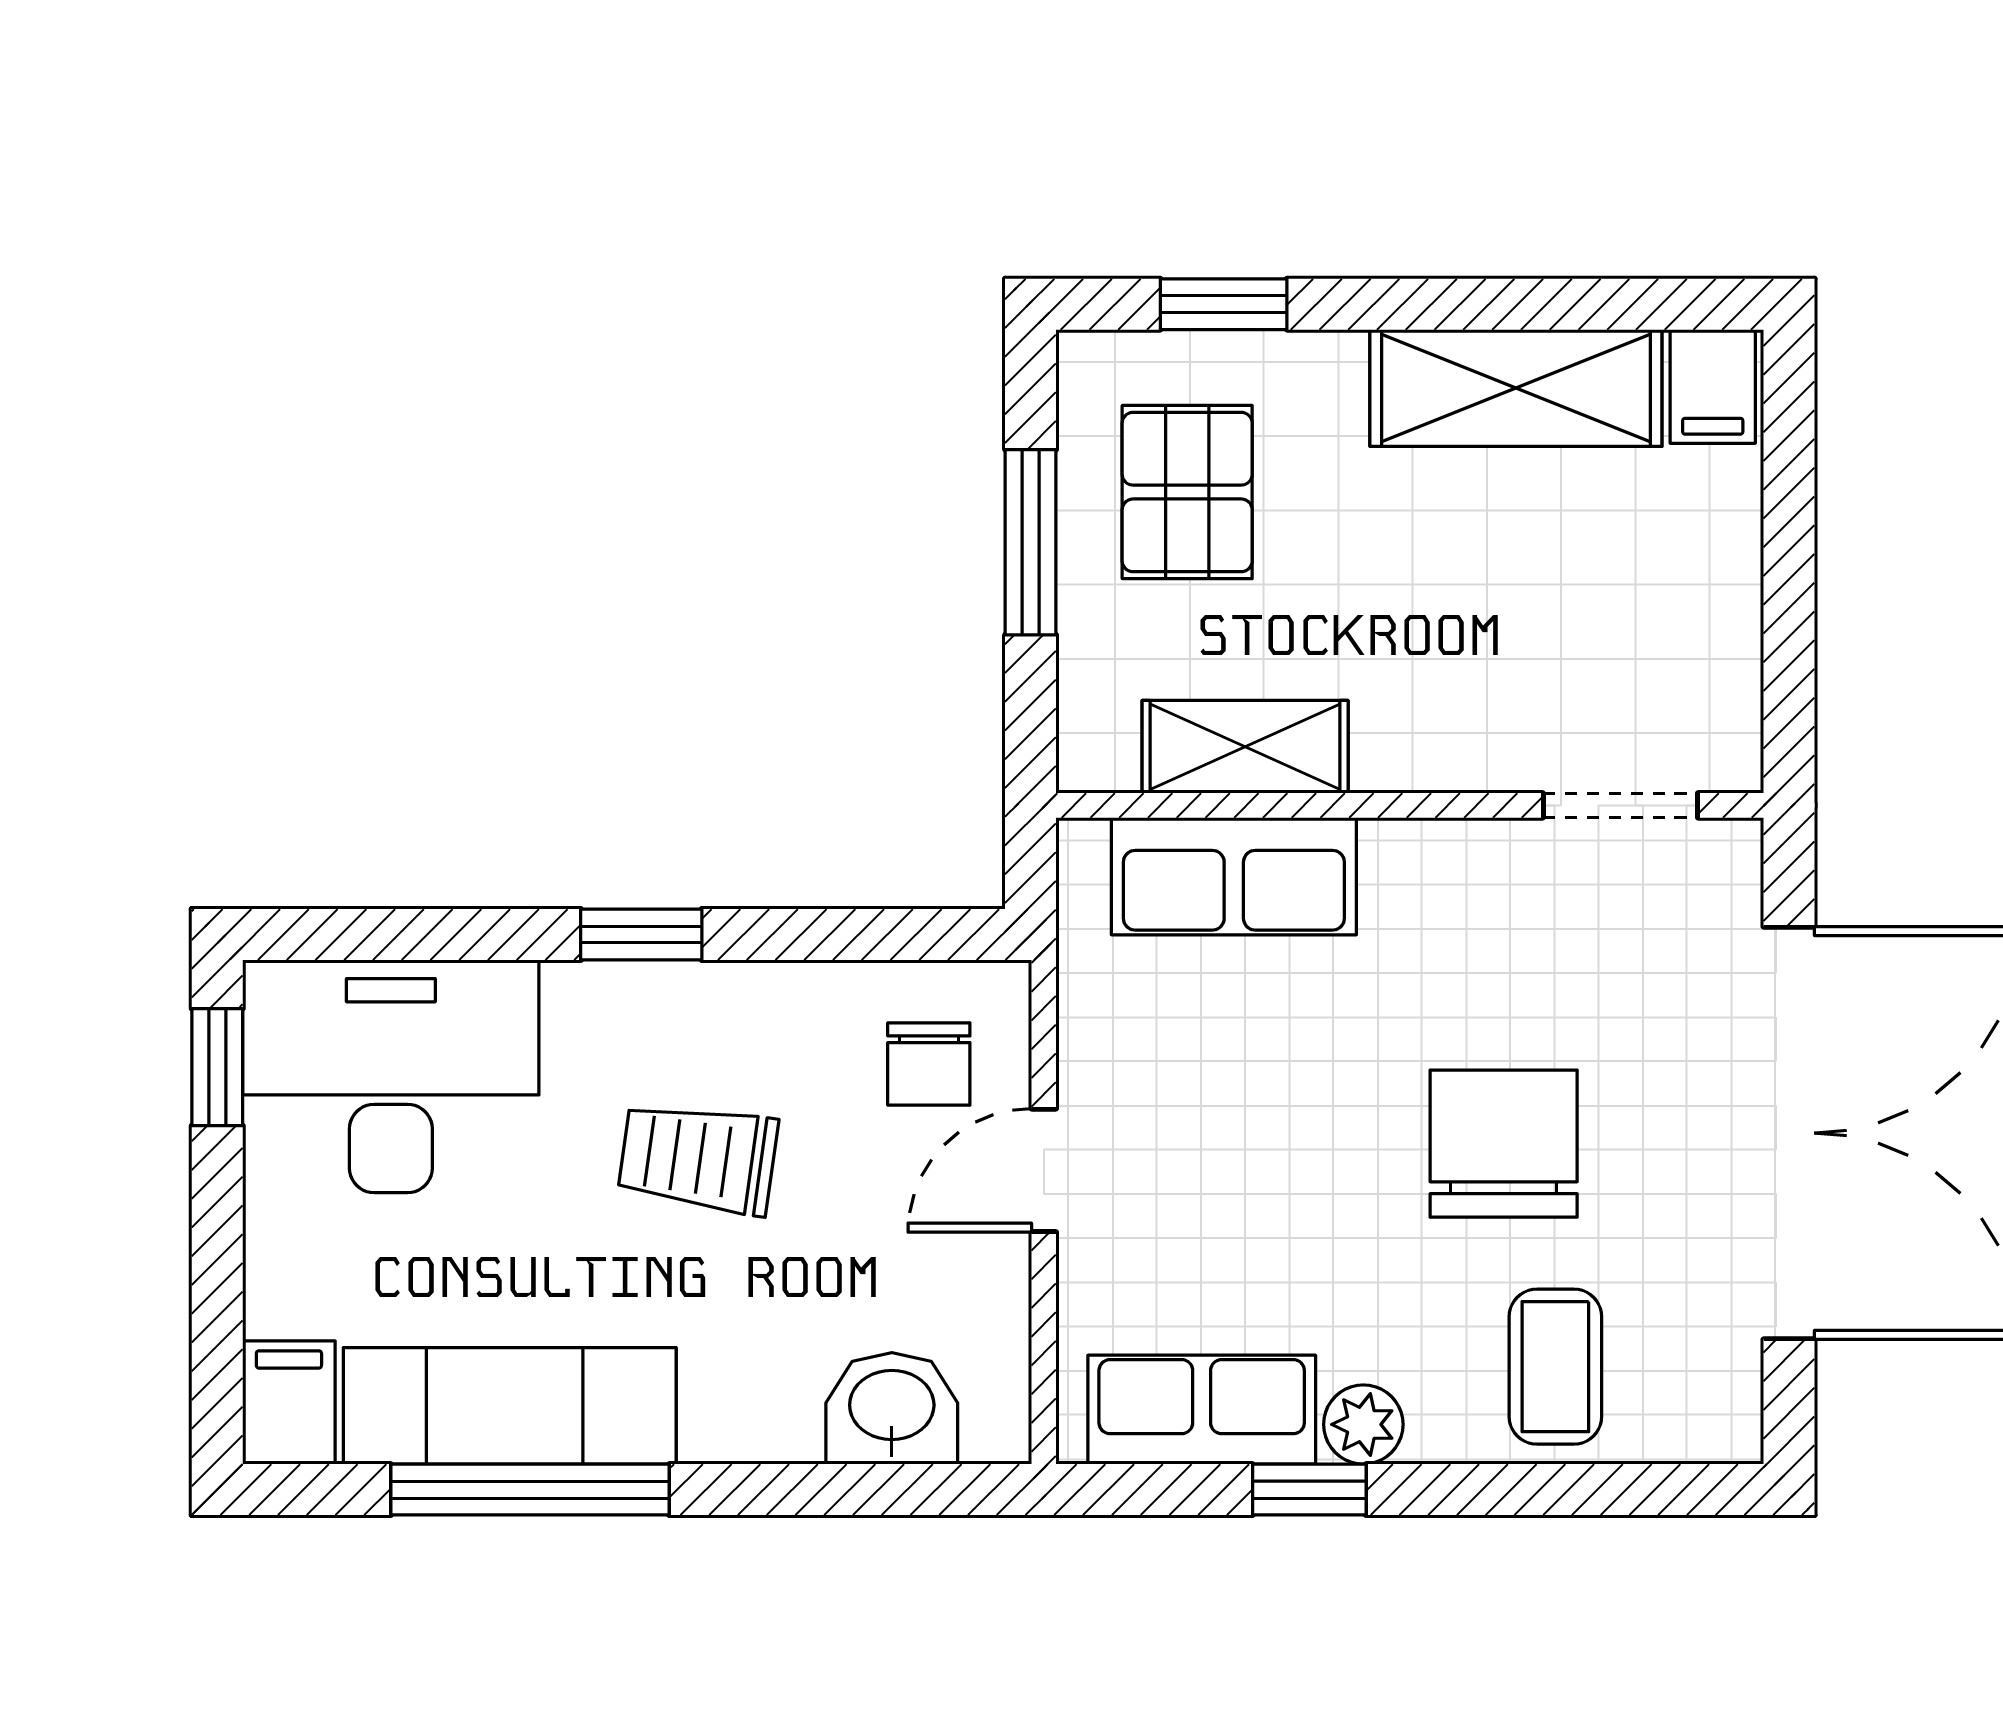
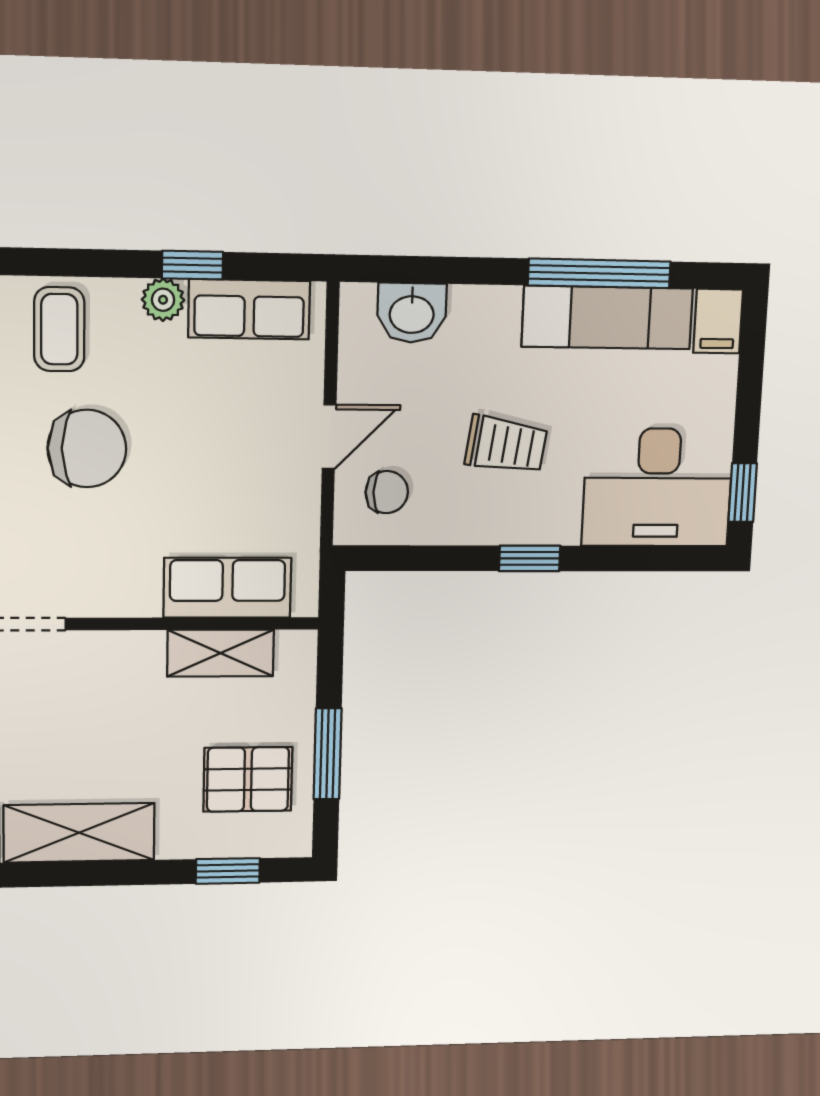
pallet: (1187, 492) -> (248, 779), turned 90
chair: (929, 1064) -> (387, 492), turned 90
chair: (1504, 1144) -> (87, 449), turned -90

